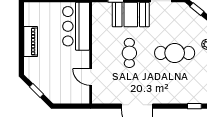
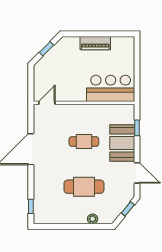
cafe table: (175, 53) -> (84, 187), turned 90
door: (91, 77) -> (47, 103), moved

